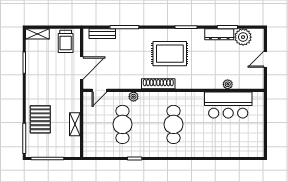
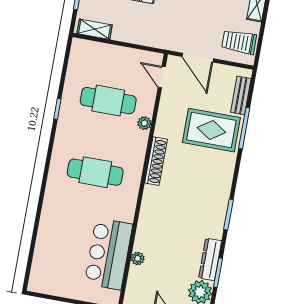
rug: (170, 54) -> (211, 130), moved, turned 90
shelving: (75, 124) -> (95, 29), moved

